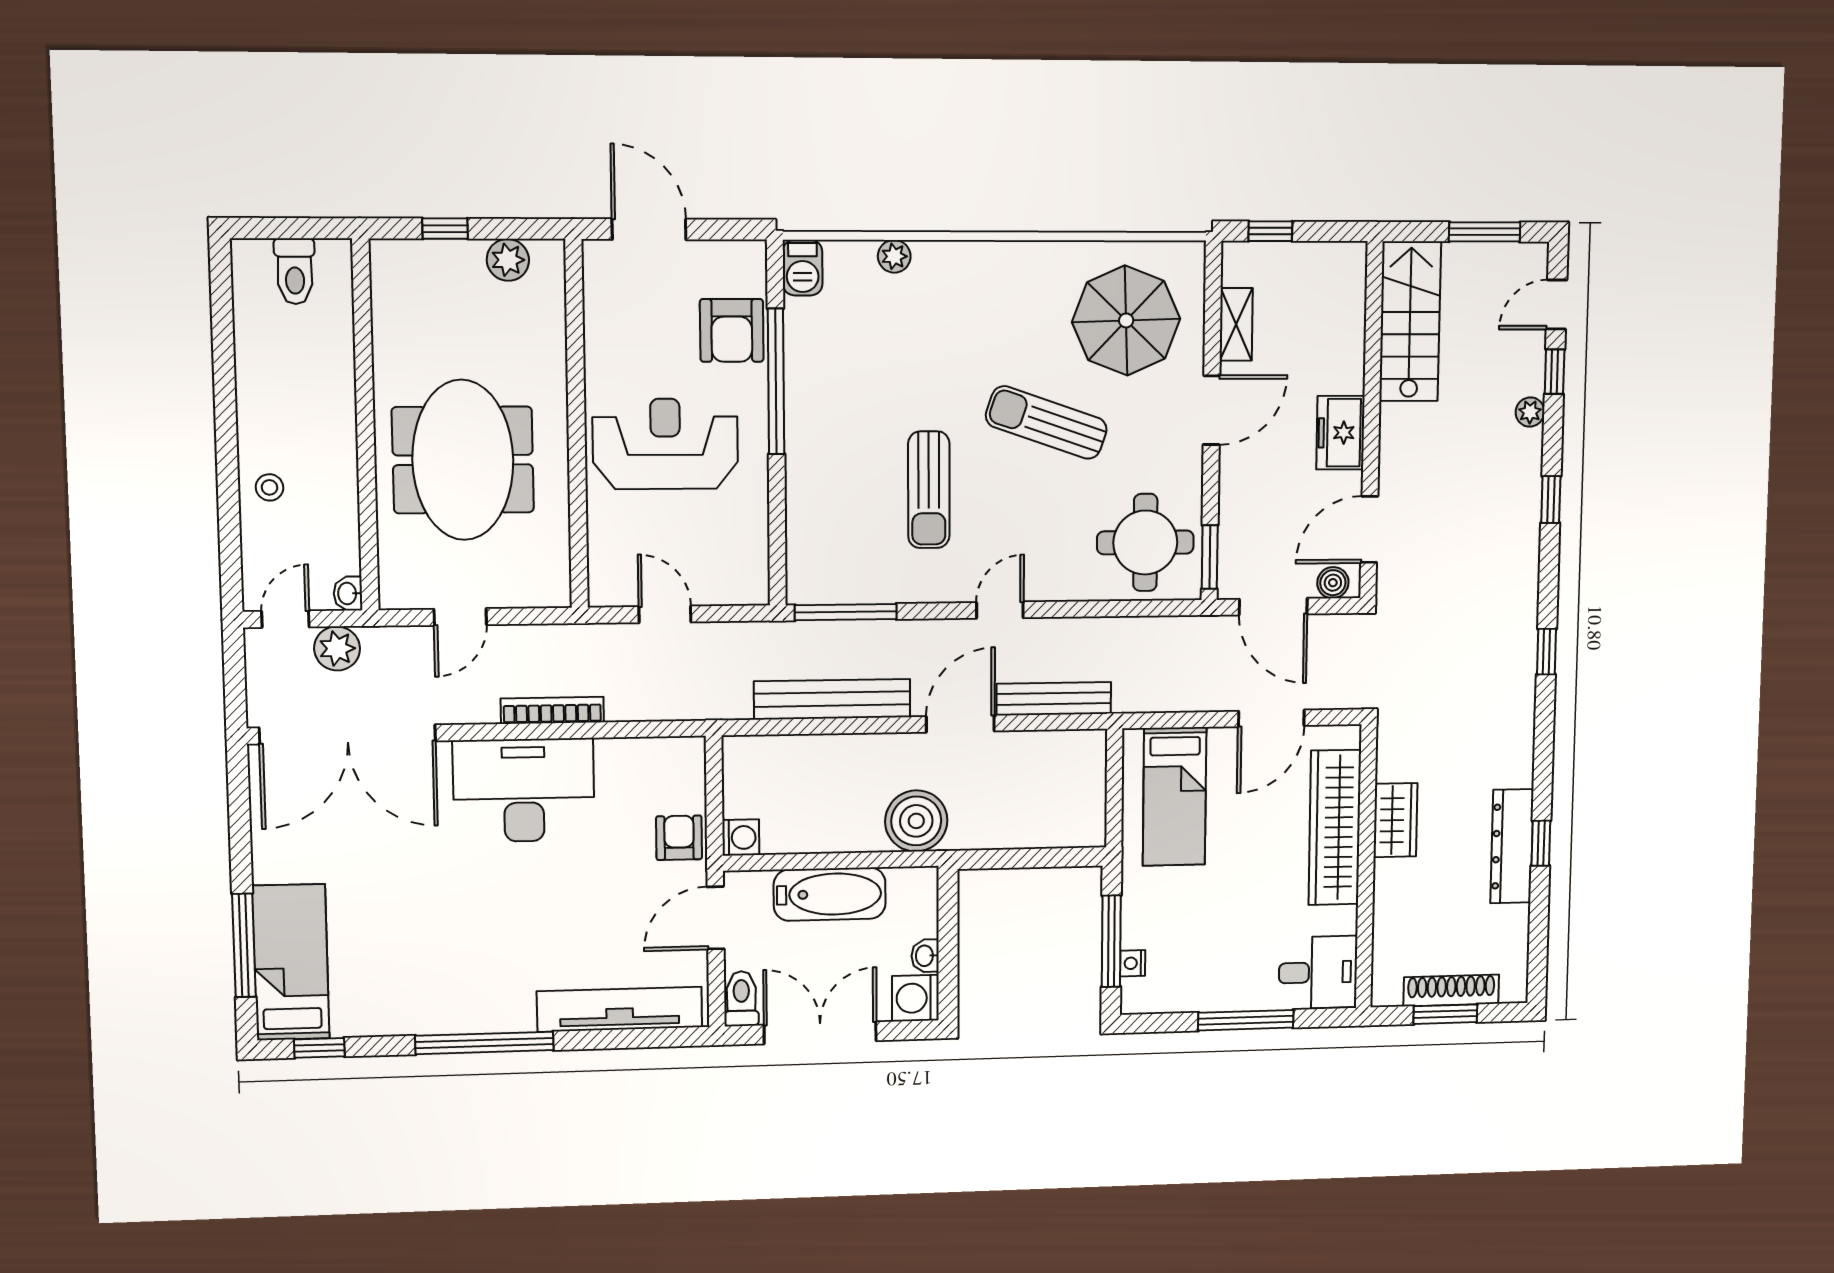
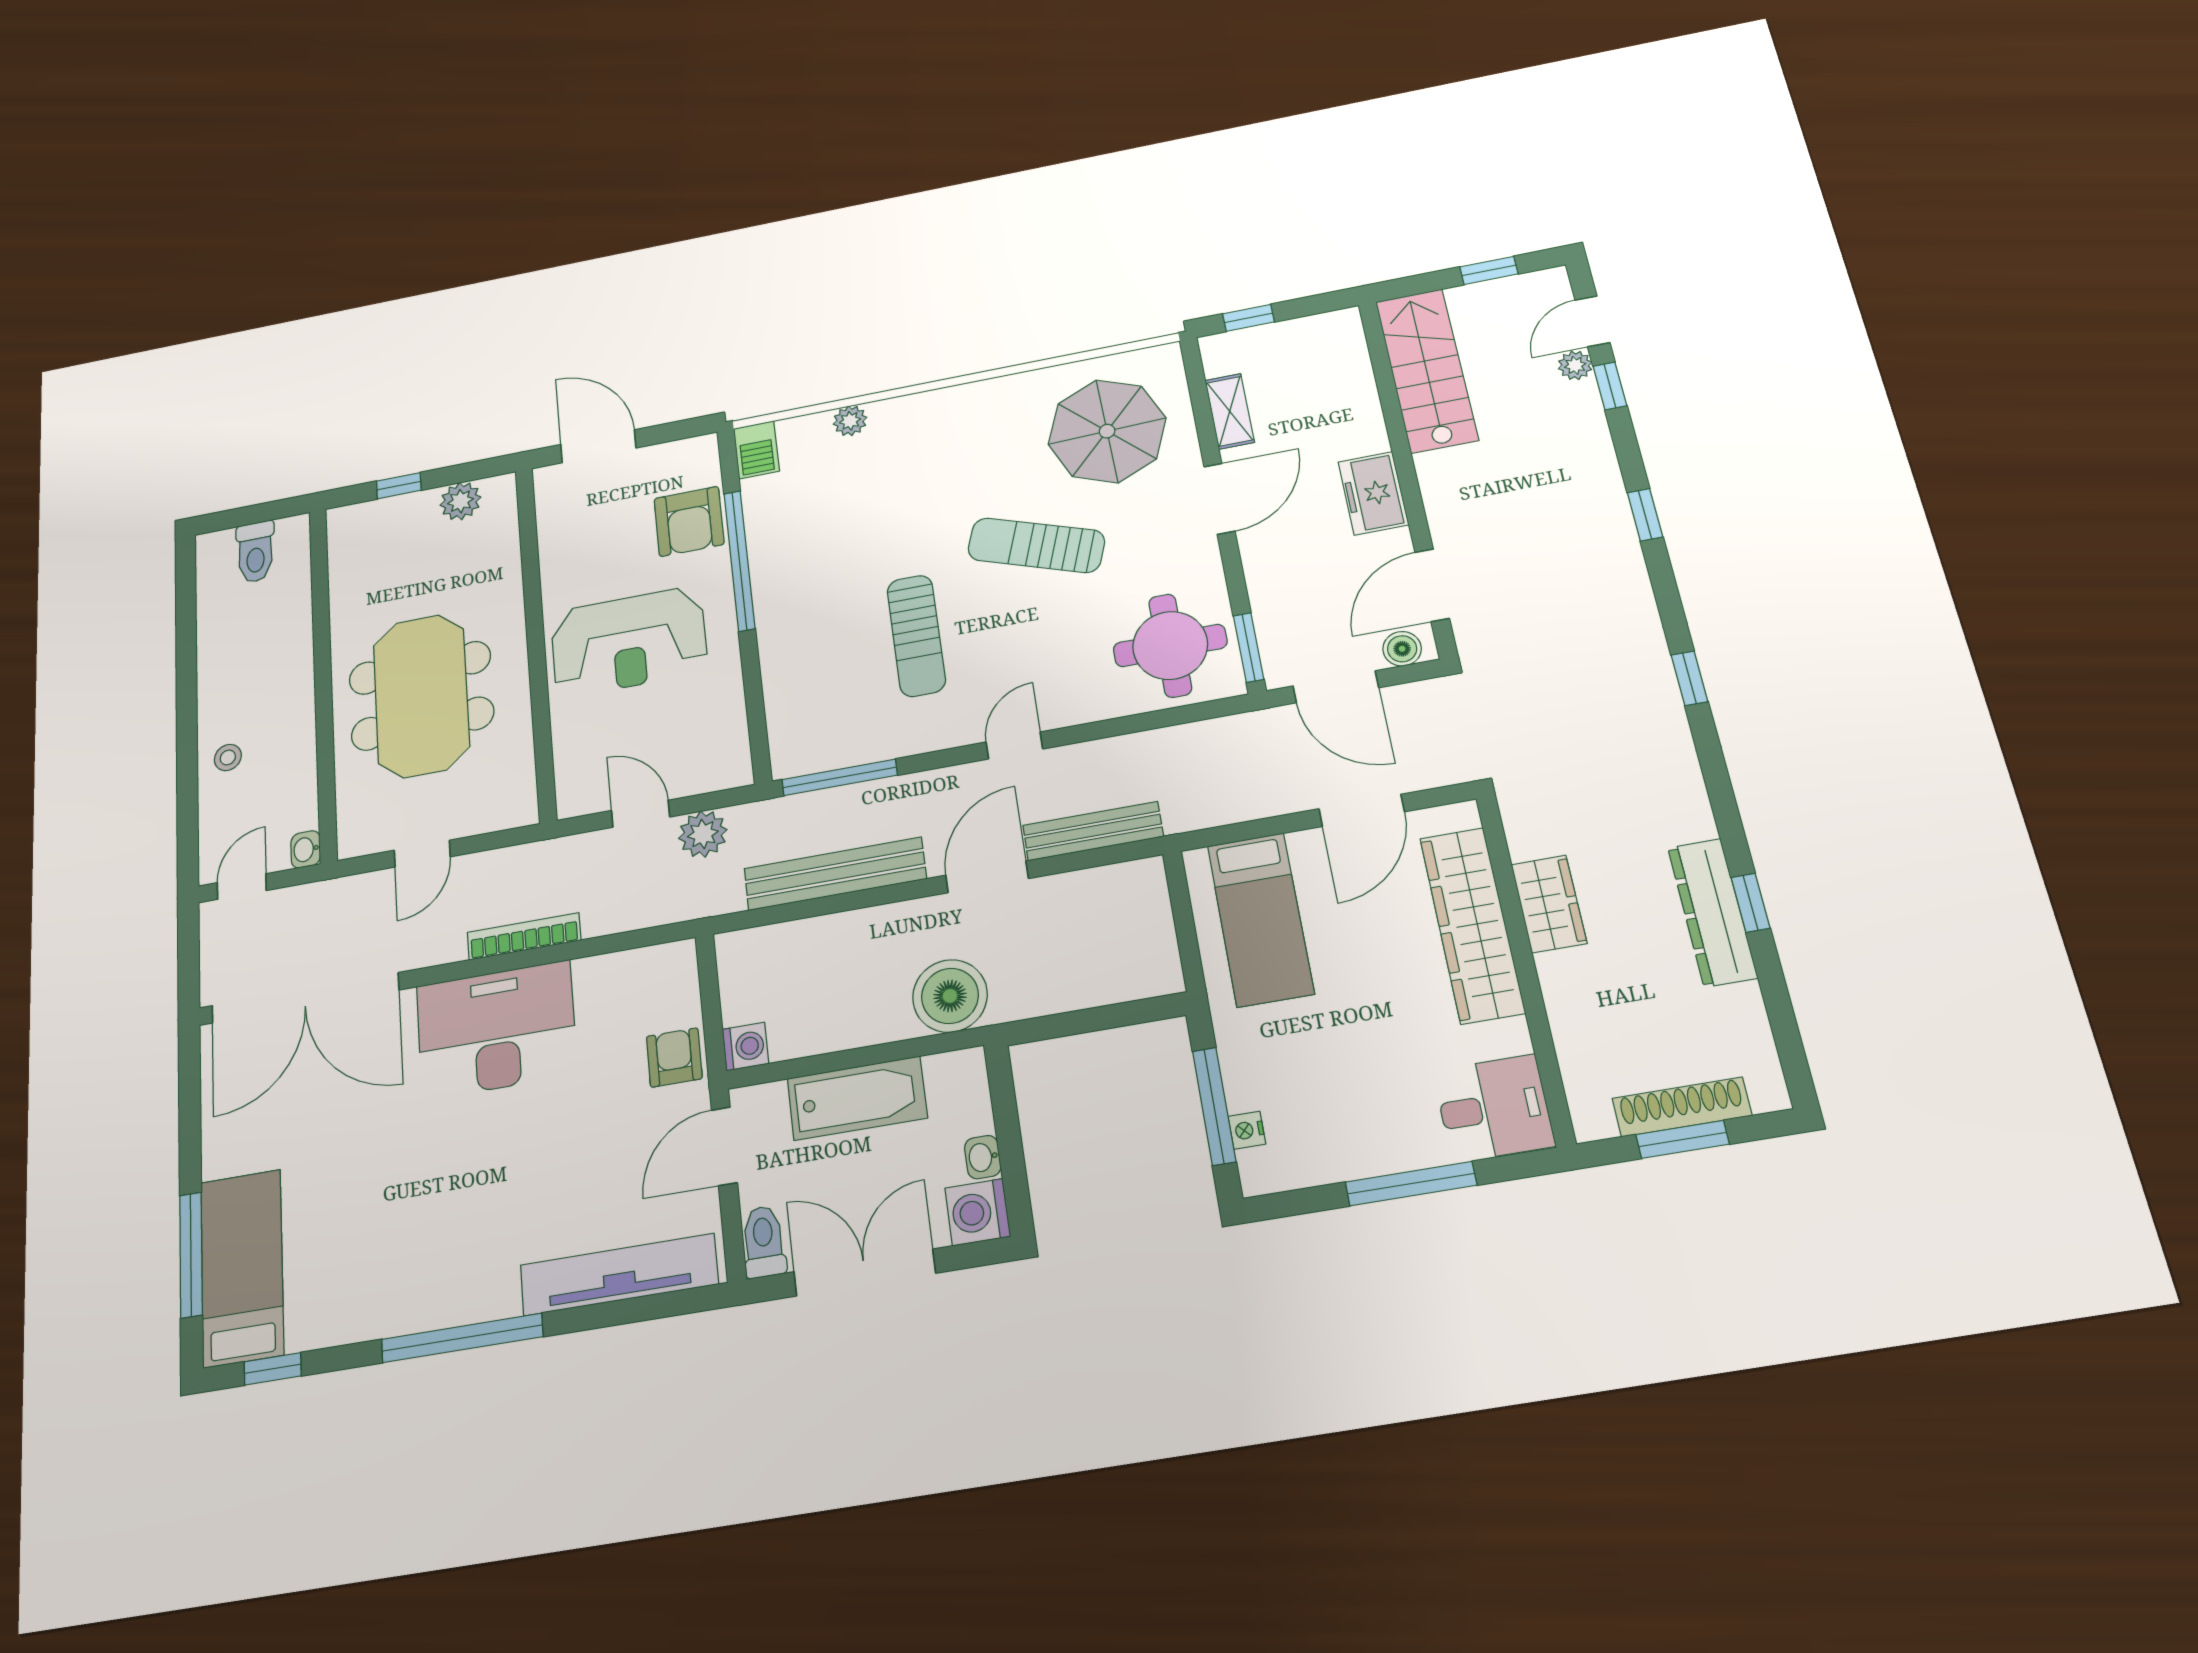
window: (1485, 232) -> (1489, 270), width x0.67
plant: (1530, 412) -> (1575, 365), moved
reception desk: (665, 444) -> (629, 642), turned 180
plant: (337, 648) -> (703, 834), moved

